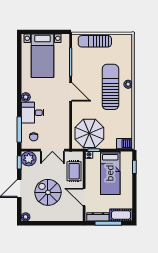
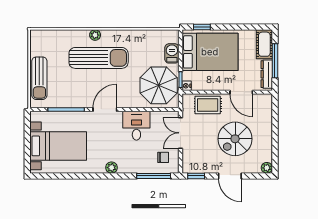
sun lounger: (110, 87) -> (99, 58), turned 180
desk: (33, 113) -> (136, 126), moved, turned 180
barbecue: (124, 144) -> (172, 53), moved
double door: (52, 150) -> (180, 133), swing flipped
plant: (29, 159) -> (191, 164), removed
bed: (110, 173) -> (210, 52), width x1.50
door: (84, 197) -> (241, 92), hinge flipped

